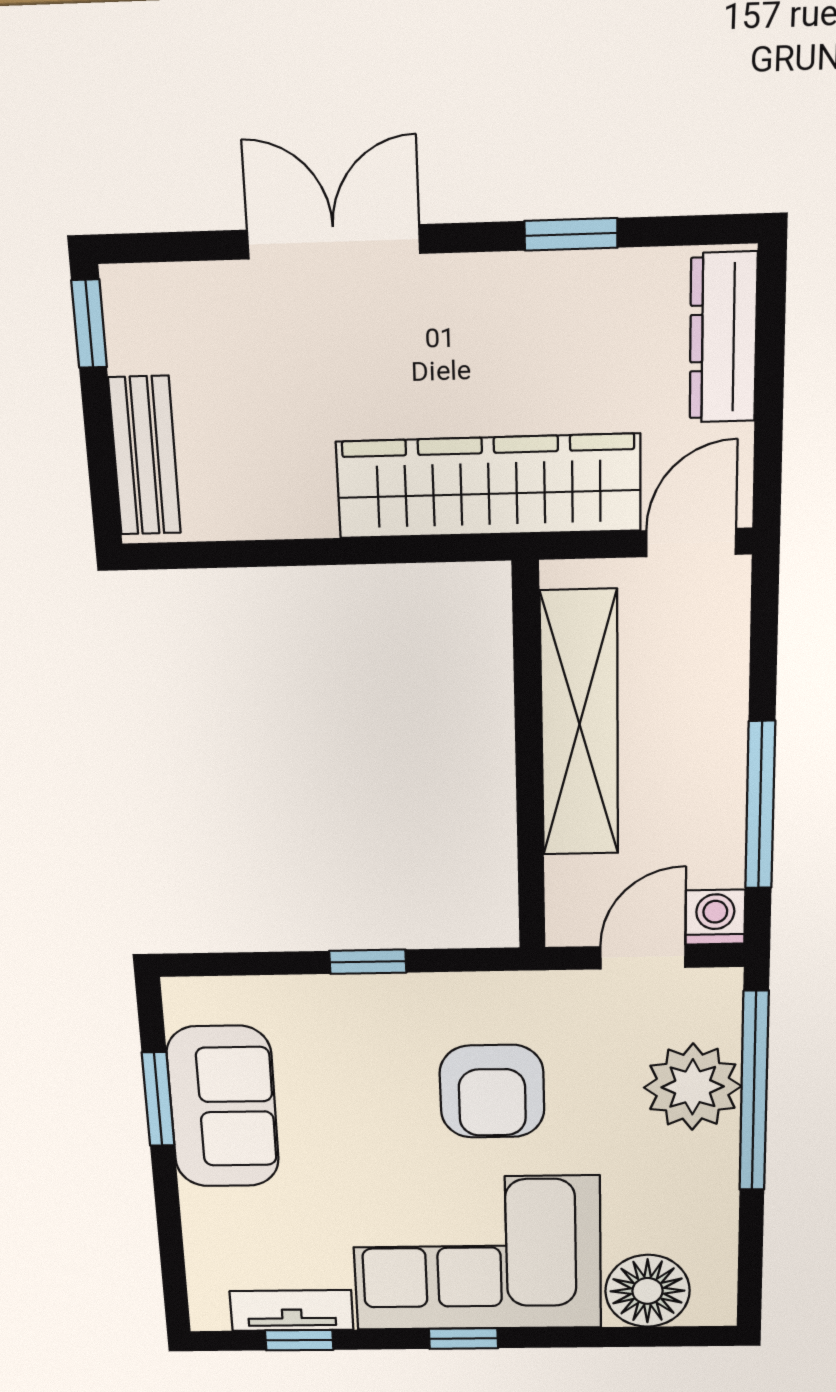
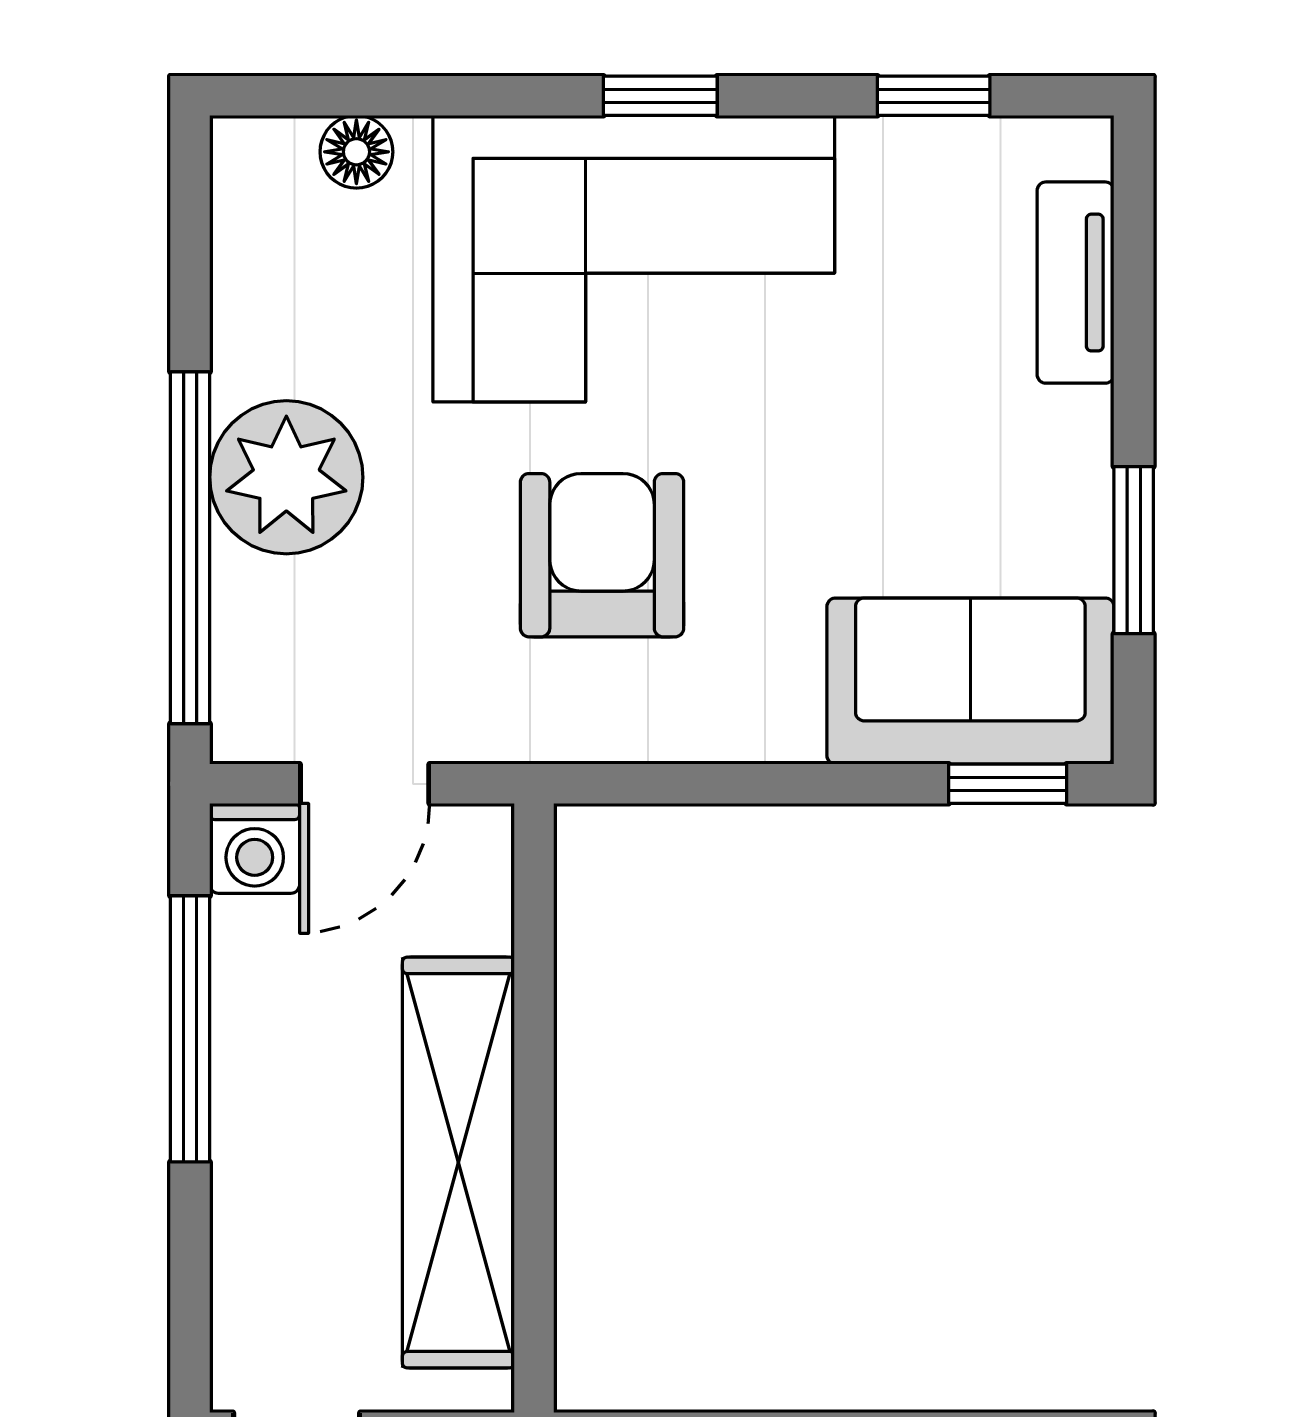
window: (368, 962) -> (1008, 784), moved
plant: (693, 1087) -> (286, 477), moved
sofa: (223, 1107) -> (970, 681), moved, turned 90
floor lamp: (647, 1291) -> (356, 152), width x0.53, depth x0.53
tv unit: (292, 1310) -> (1076, 283), moved, turned 90

